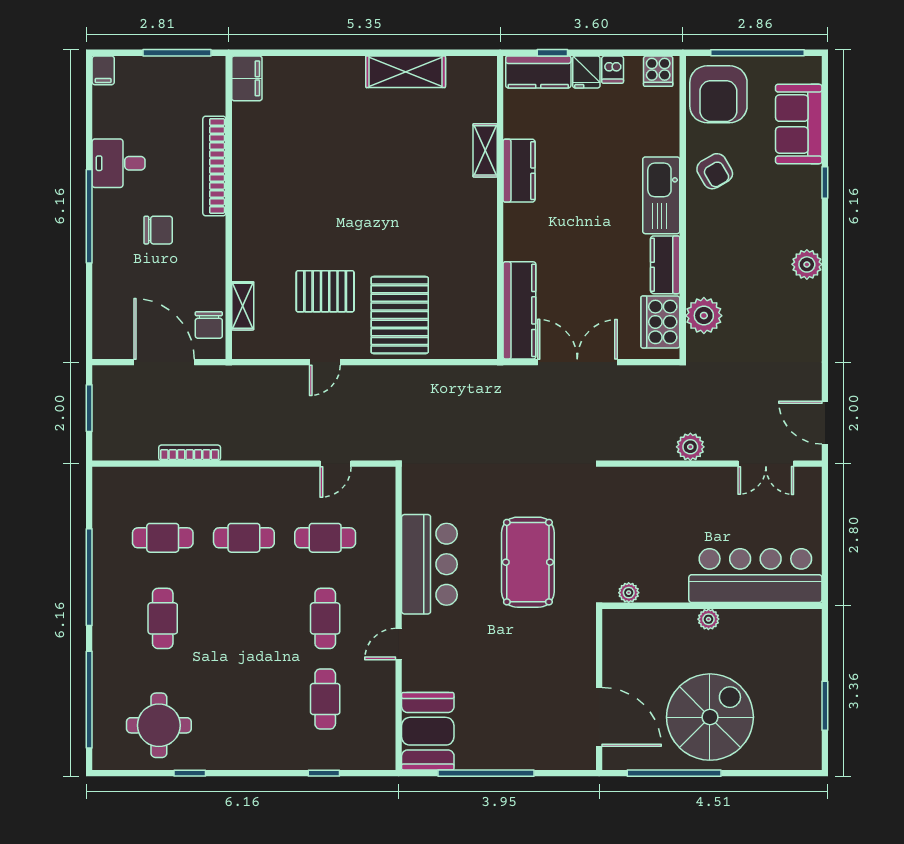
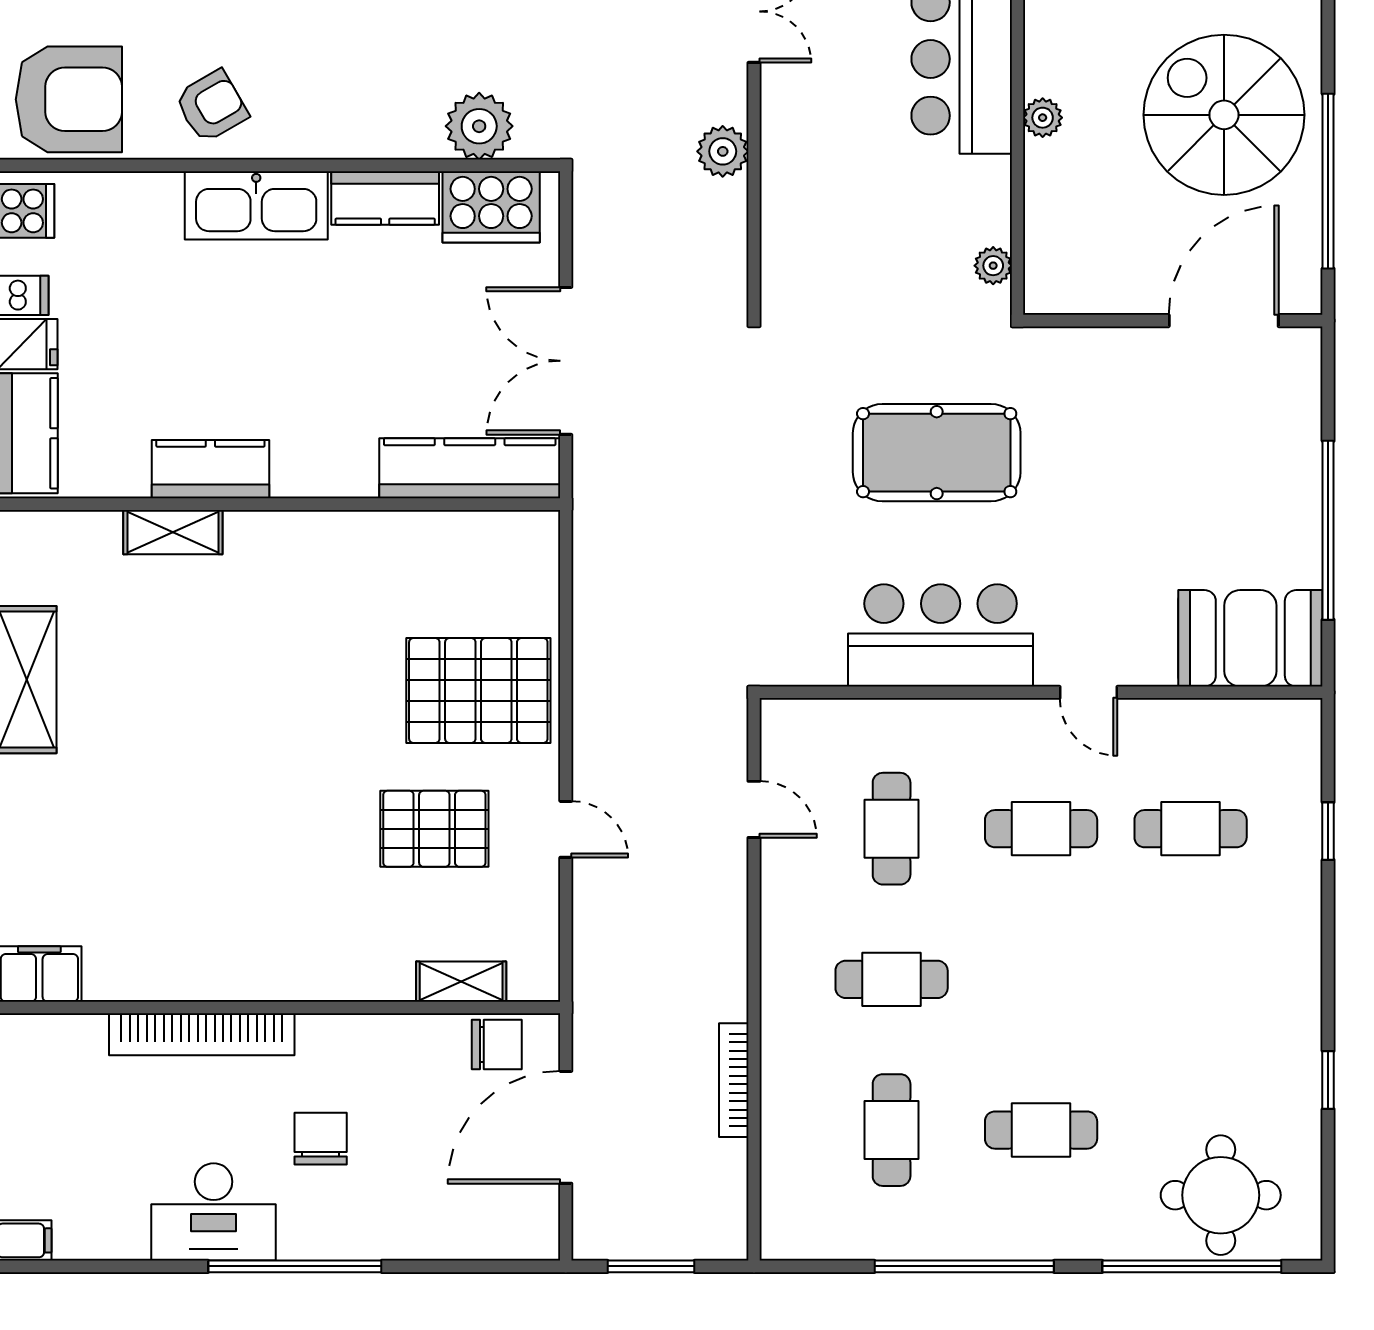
desk: (119, 163) -> (214, 1212), width x1.37
pallet: (325, 291) -> (434, 829), turned 90
cafe table: (244, 538) -> (892, 979), turned 90
round table: (159, 725) -> (1221, 1195), moved

